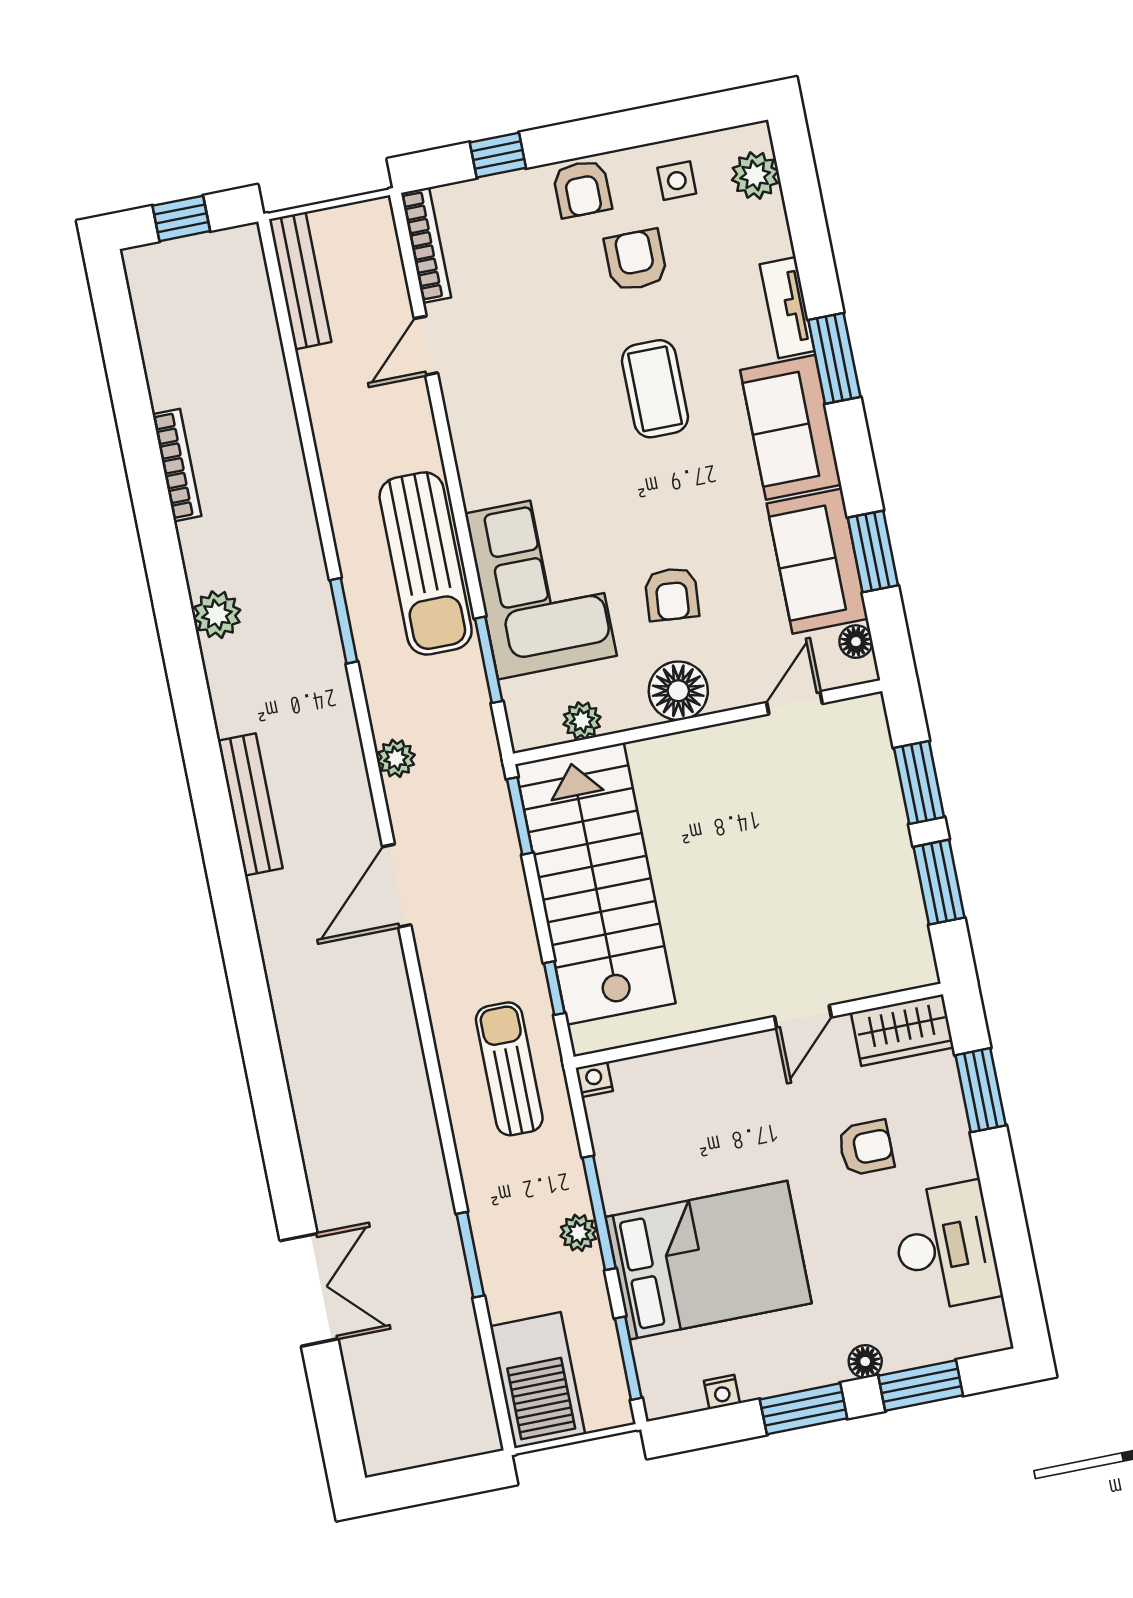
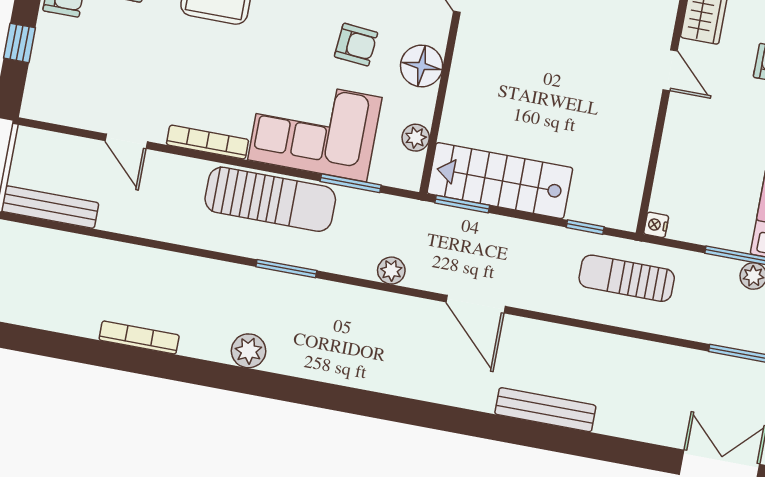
bookcase: (426, 245) -> (208, 142), moved
bench: (250, 804) -> (545, 410), moved
stairs: (595, 884) -> (500, 181), width x0.73, depth x0.66

